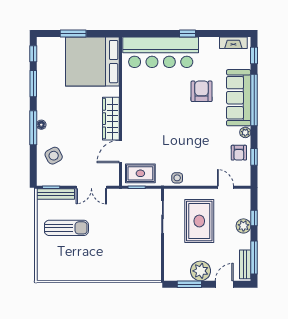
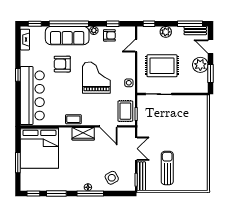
coffee table: (130, 106) -> (73, 119), added
wardrobe: (111, 119) -> (83, 134), width x0.67
grand piano: (184, 136) -> (96, 78), added
window: (254, 218) -> (149, 24), moved

